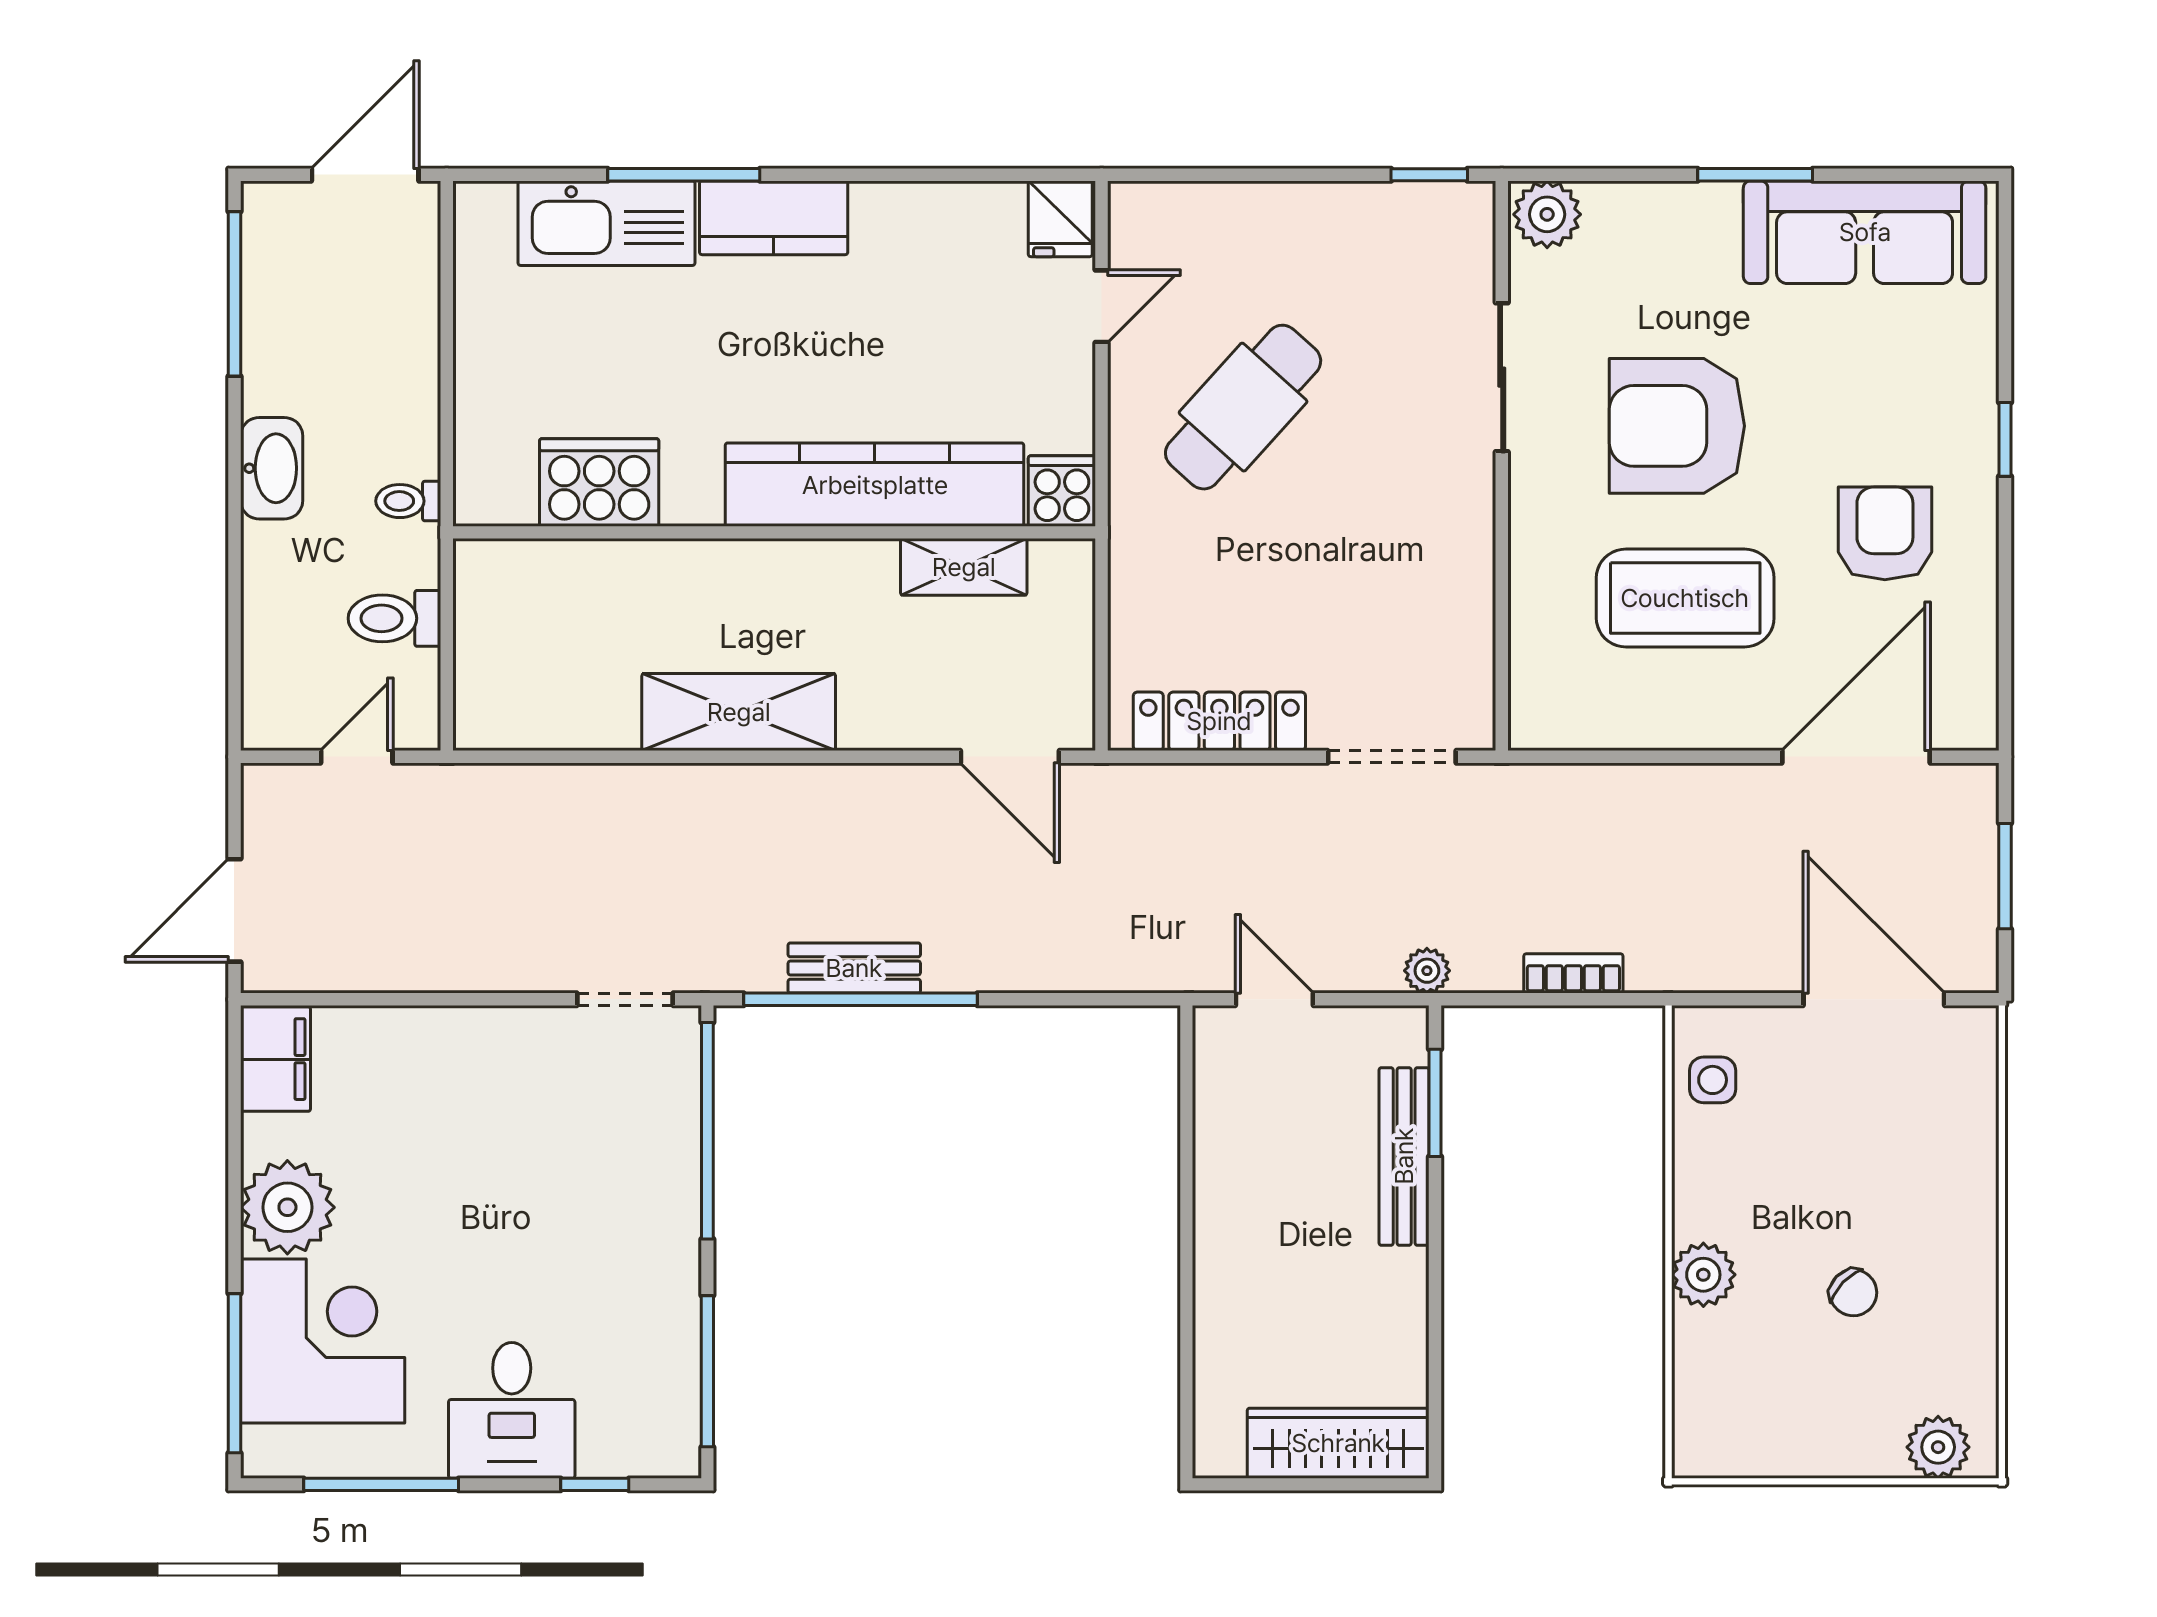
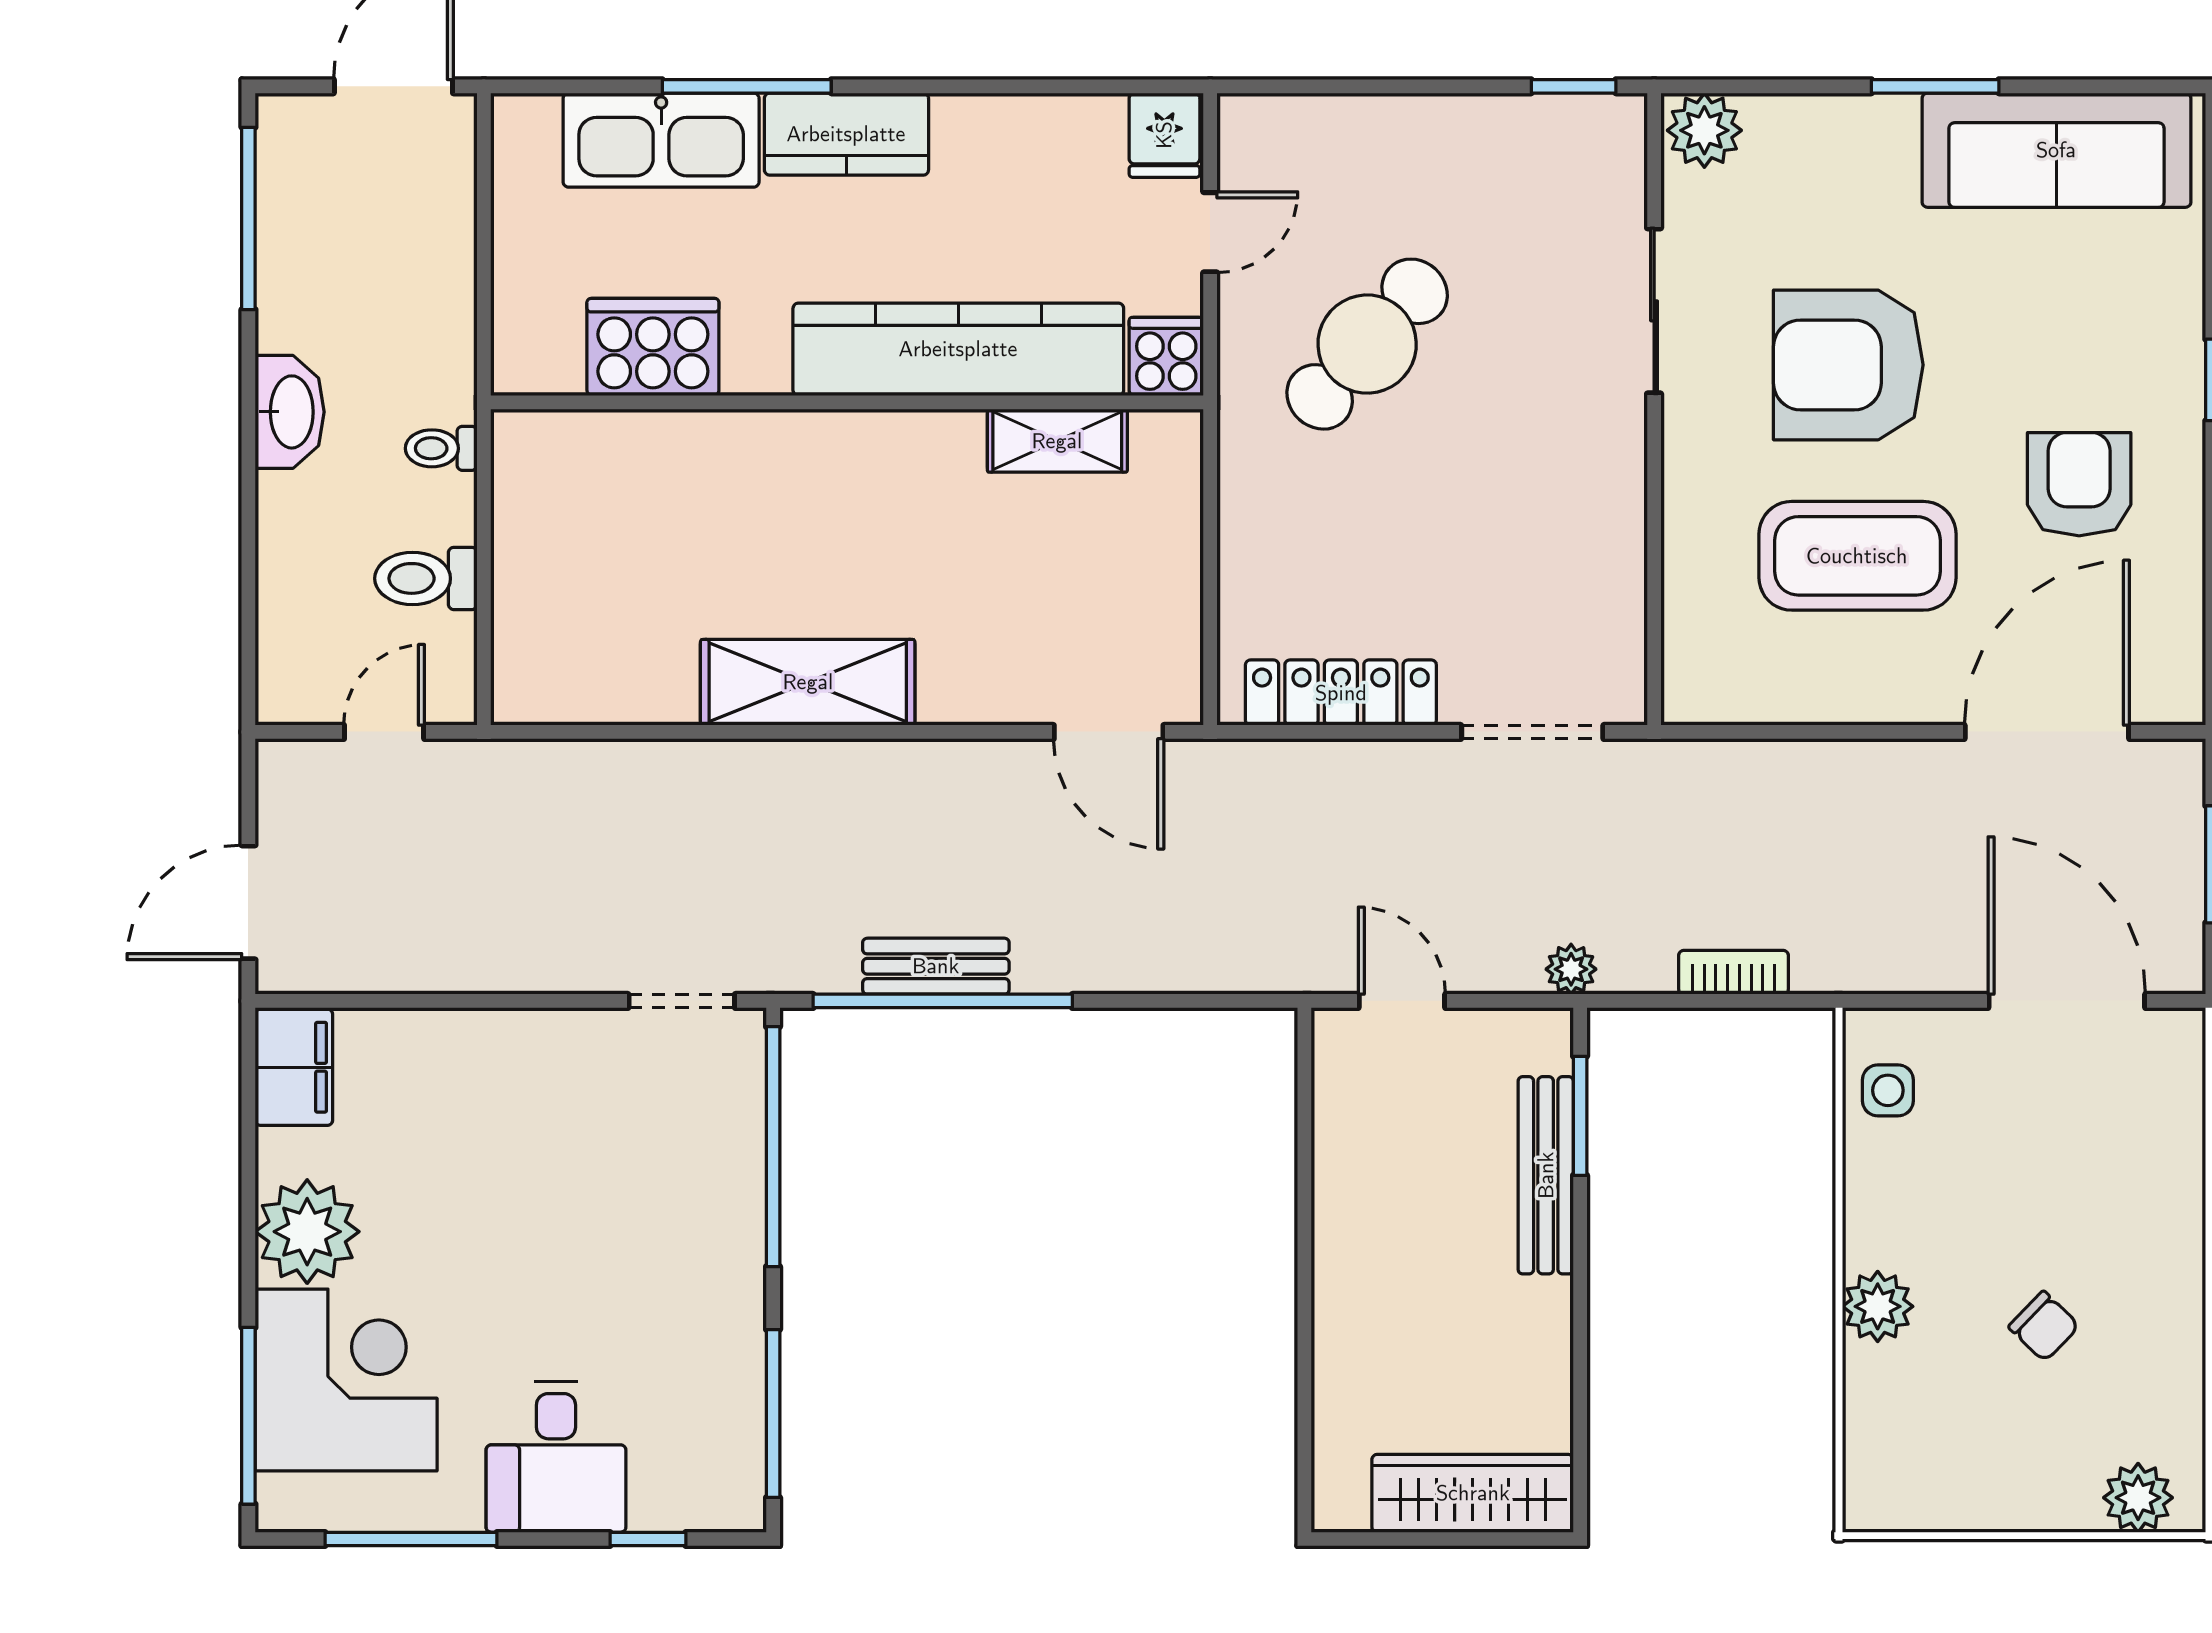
cooker: (599, 482) -> (653, 347), moved
kitchen counter: (875, 485) -> (958, 349), moved
cooker: (1062, 491) -> (1166, 356), moved
wall: (774, 532) -> (847, 402), moved
shelving: (964, 567) -> (1057, 441), moved

